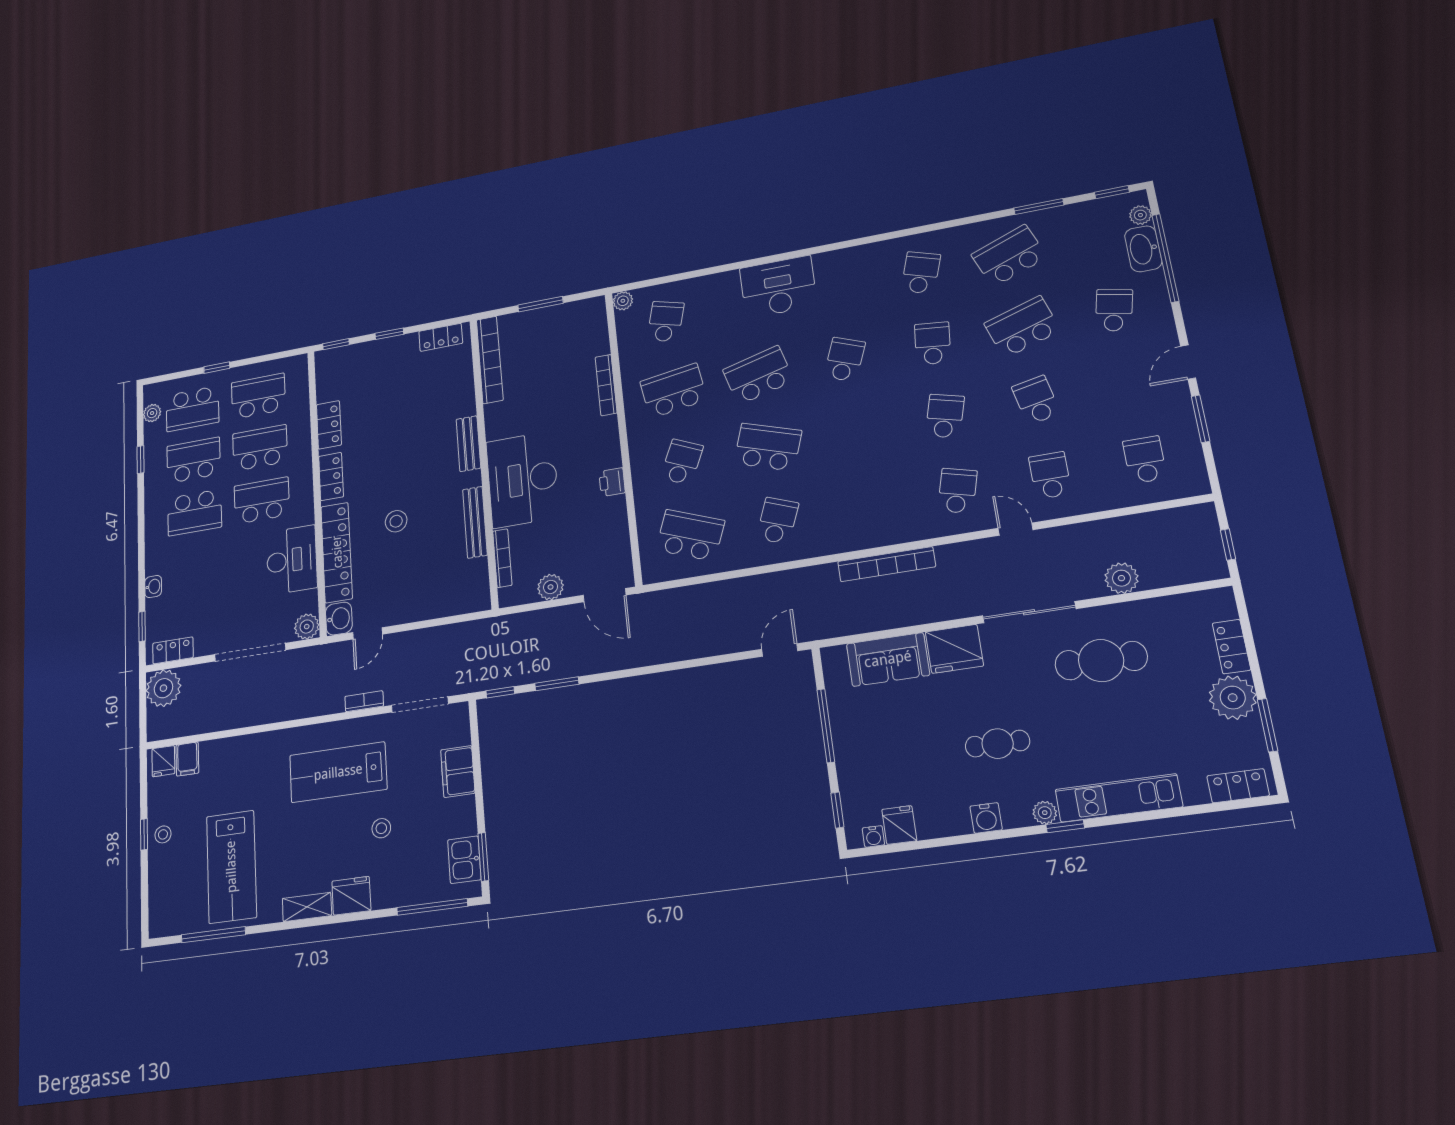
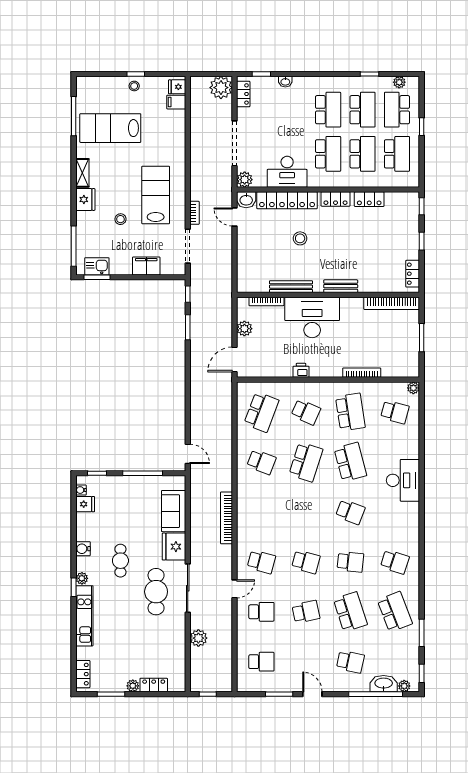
school desk: (195, 513) -> (328, 110), turned 180
cafe table: (1101, 661) -> (156, 592), moved
plant: (1233, 698) -> (133, 686), width x0.53, depth x0.53

